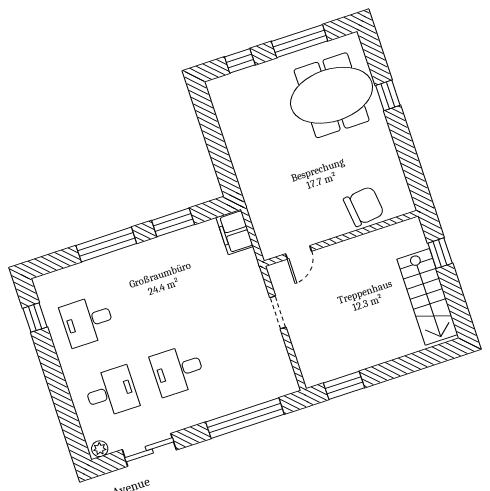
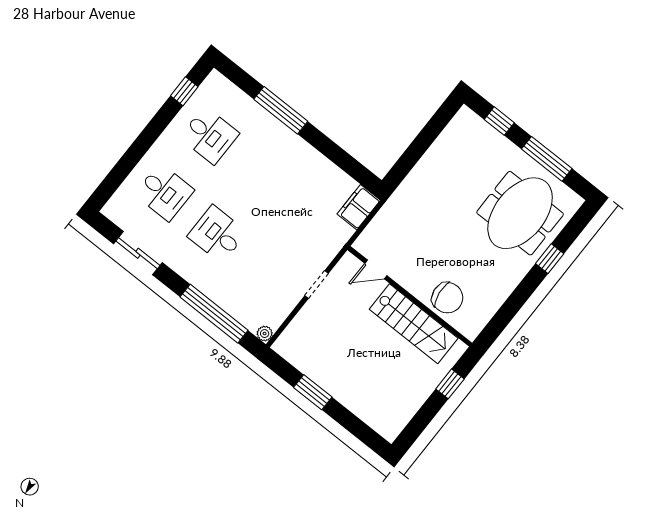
meeting table: (332, 95) -> (520, 213), turned 90
window: (173, 222) -> (334, 152), removed
stairs: (427, 297) -> (414, 324), moved, turned -90
desk: (88, 321) -> (209, 135), turned 180
window: (344, 385) -> (313, 392), moved
plant: (100, 449) -> (265, 334), moved

